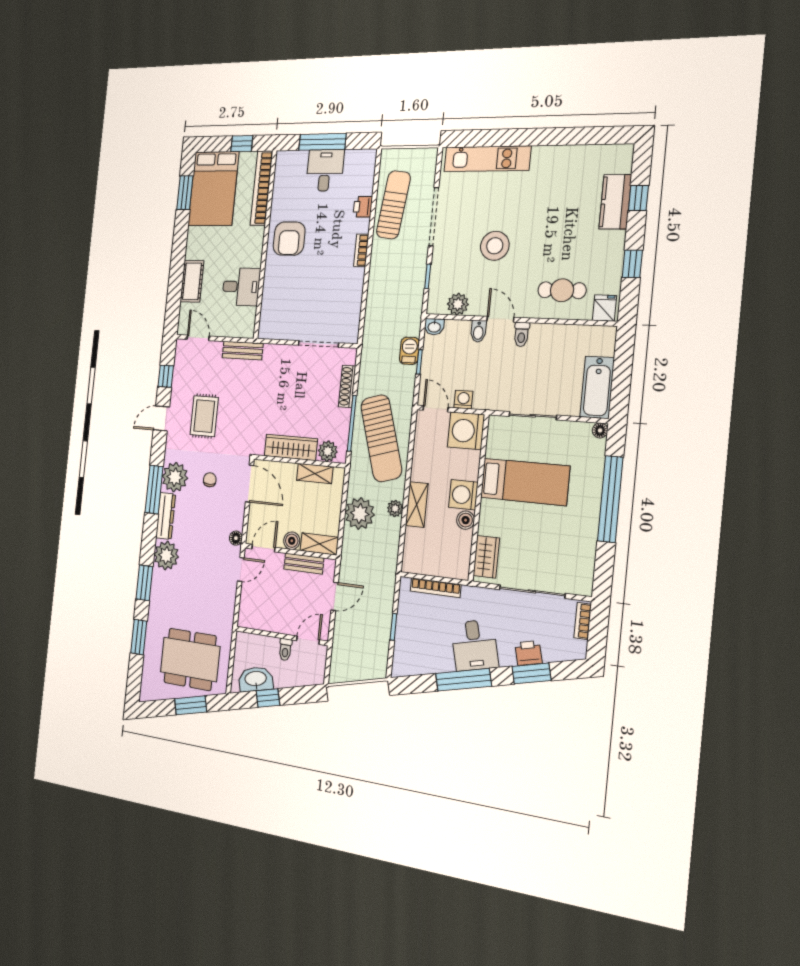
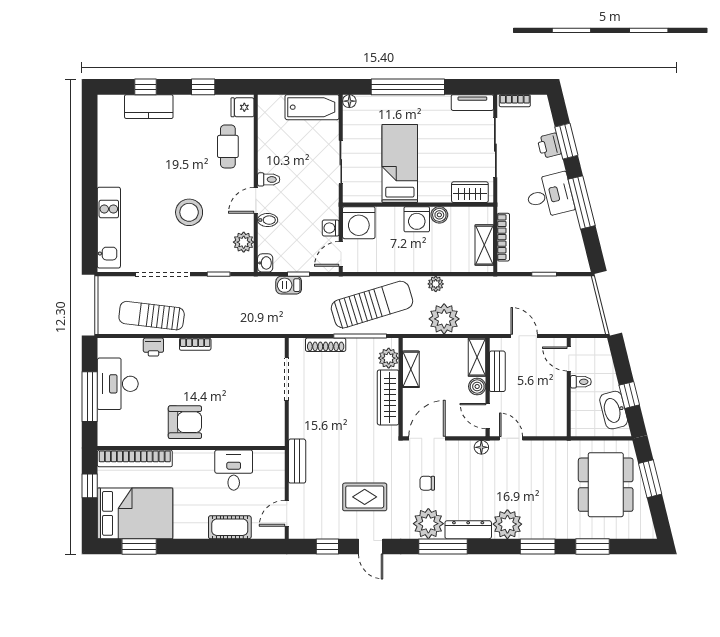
desk: (325, 170) -> (118, 384), width x1.37
shelving: (417, 505) -> (484, 245), moved, turned 90
tv unit: (585, 572) -> (472, 103), added

